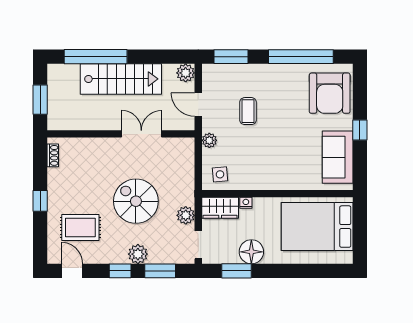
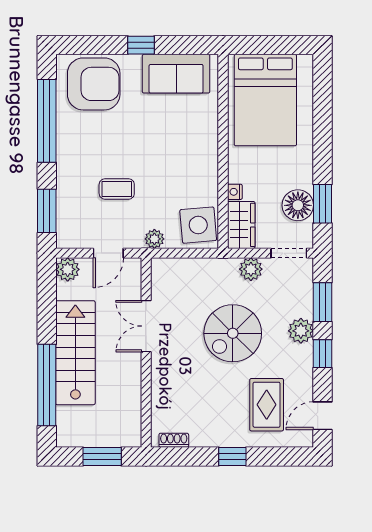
side table: (220, 174) -> (198, 225), width x1.87, depth x1.87
floor lamp: (251, 252) -> (298, 205), moved

